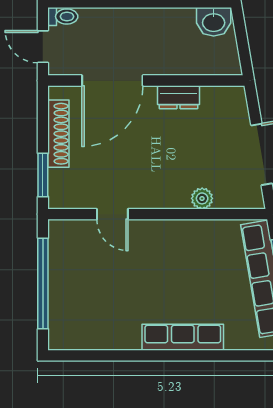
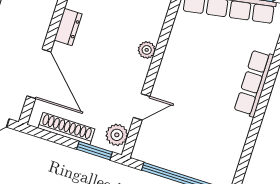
plant: (70, 195) -> (117, 135), added
plant: (202, 198) -> (147, 50), moved

